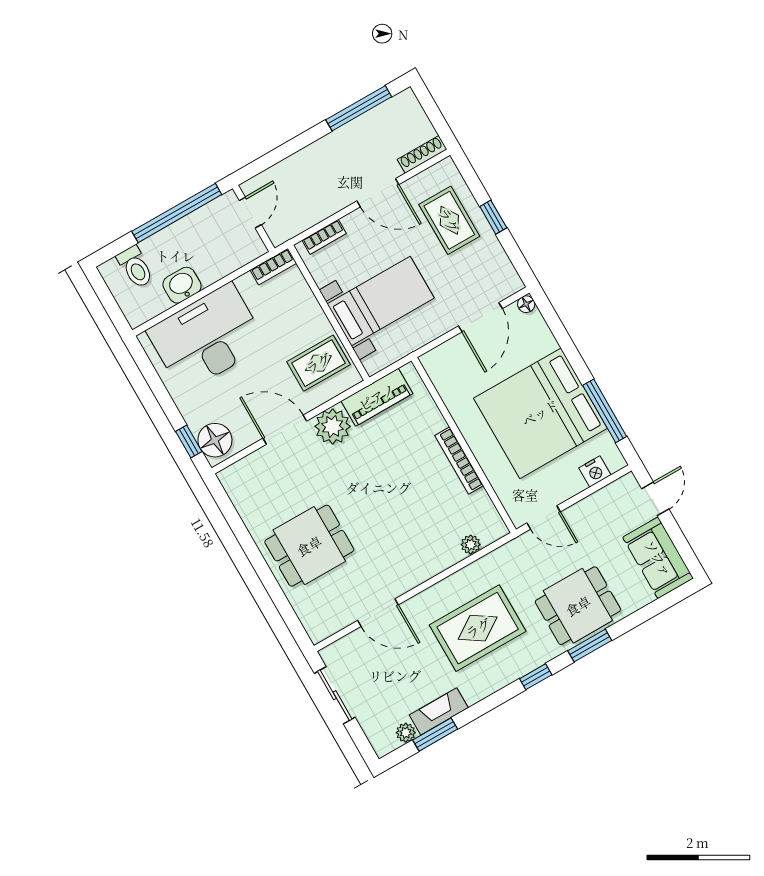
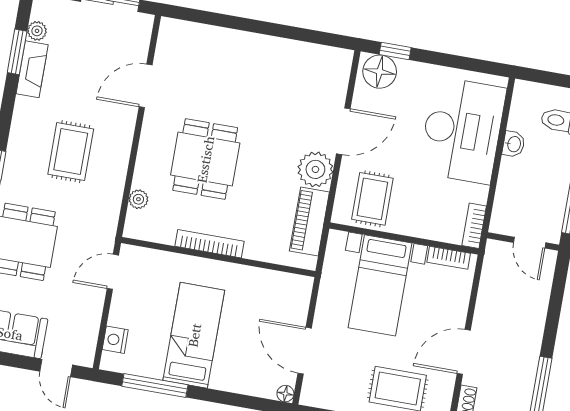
bookcase: (324, 237) -> (449, 258), moved, turned -90
washbasin: (182, 285) -> (514, 144), width x0.72, depth x0.69
bed: (540, 413) -> (194, 335), width x0.49
dining table: (309, 546) -> (205, 159), moved
rug: (478, 628) -> (71, 152), width x0.73, depth x0.70

